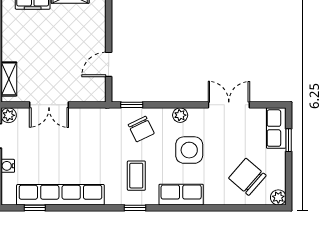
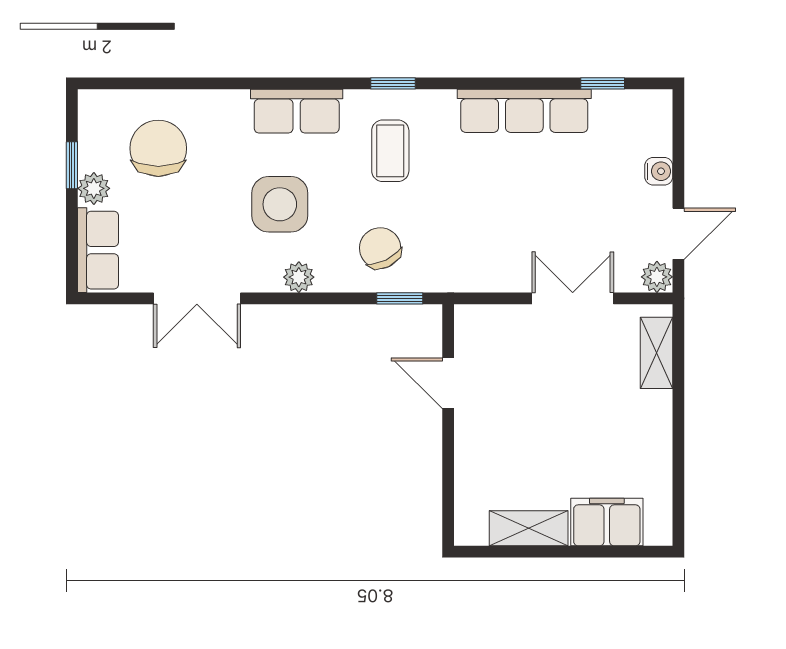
door: (109, 64) -> (448, 383), swing flipped
window: (289, 140) -> (72, 165), moved
chair: (247, 177) -> (158, 148), turned -131
row of seats: (60, 195) -> (524, 111), width x0.73
plant: (278, 197) -> (94, 188), moved

